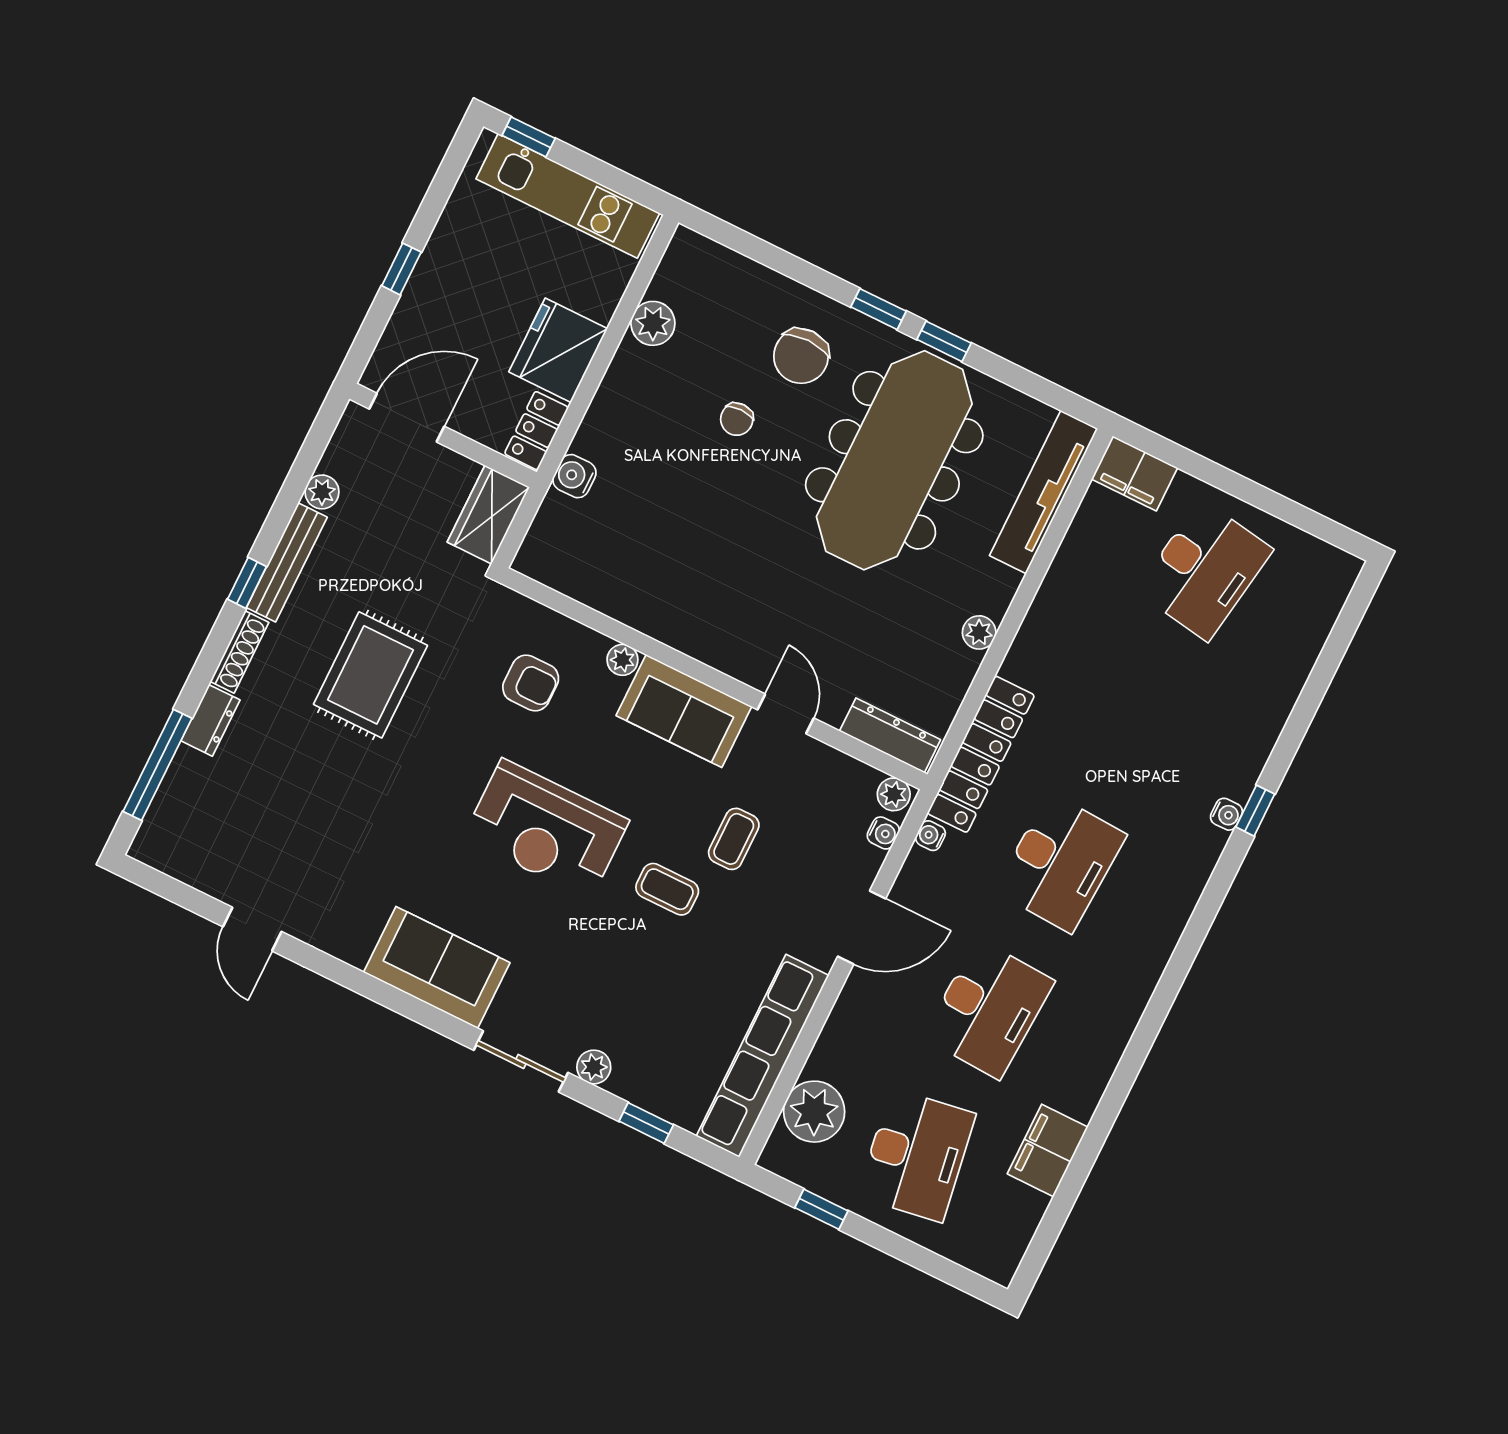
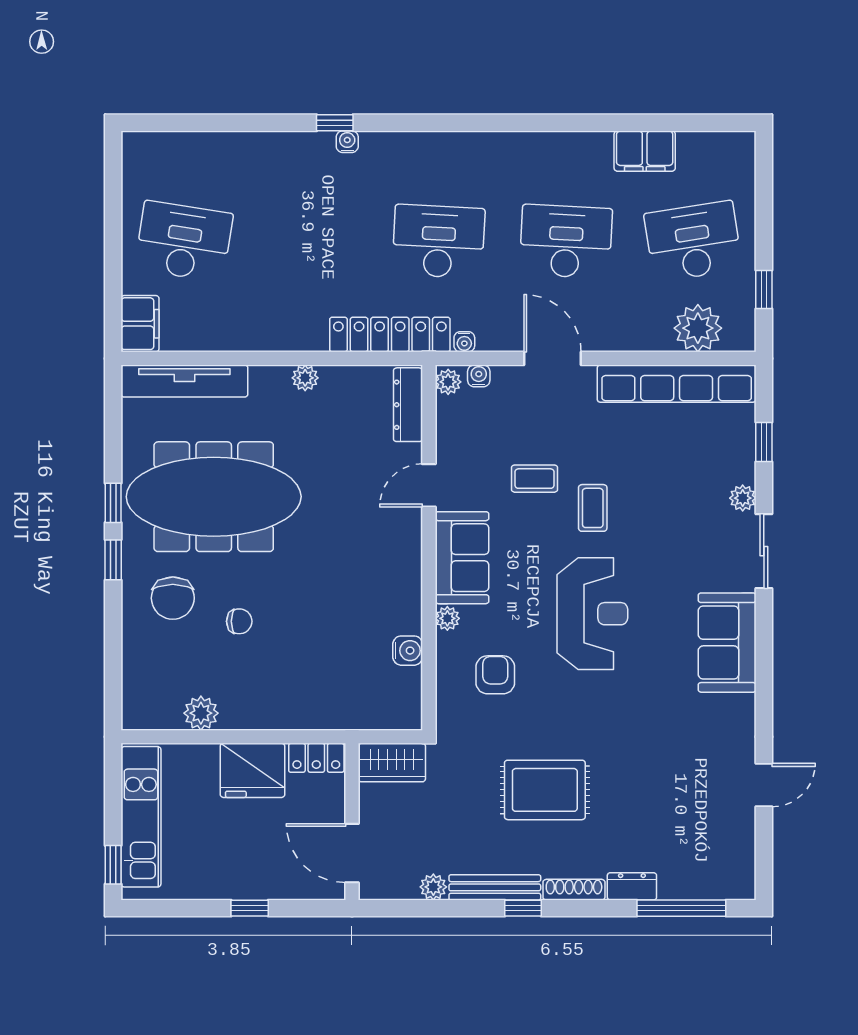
chair: (801, 356) -> (173, 598), turned 90
water cooler: (574, 476) -> (408, 651), moved, turned -90

